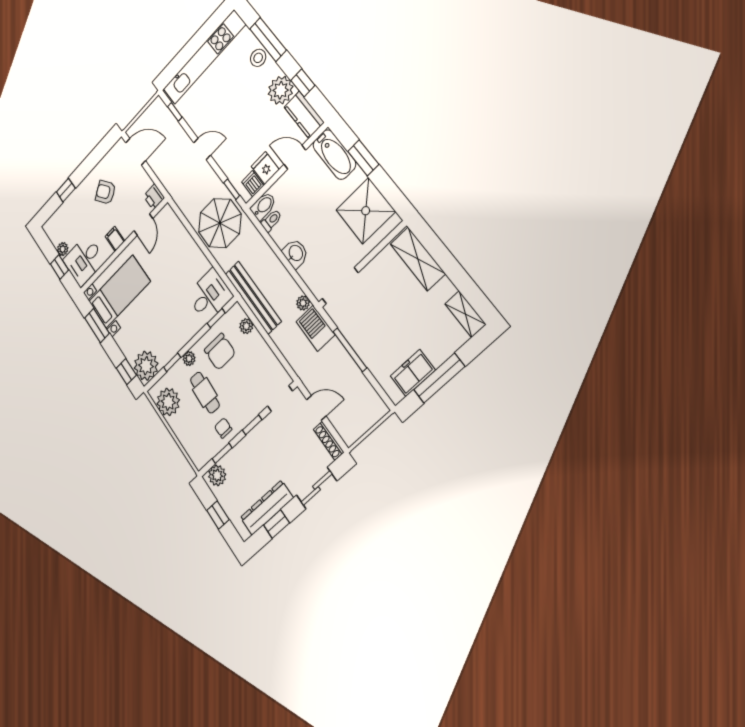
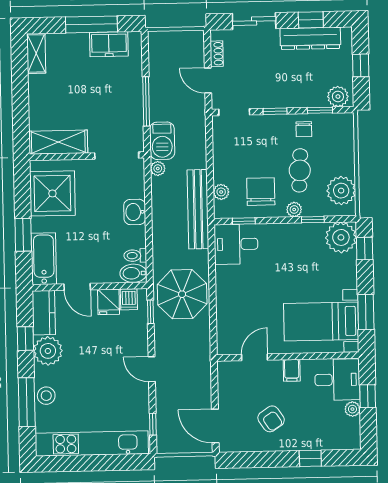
printer: (154, 197) -> (227, 371), removed
shelving: (418, 259) -> (58, 142), moved, turned 90
shoe rack: (329, 441) -> (217, 54), width x0.70

